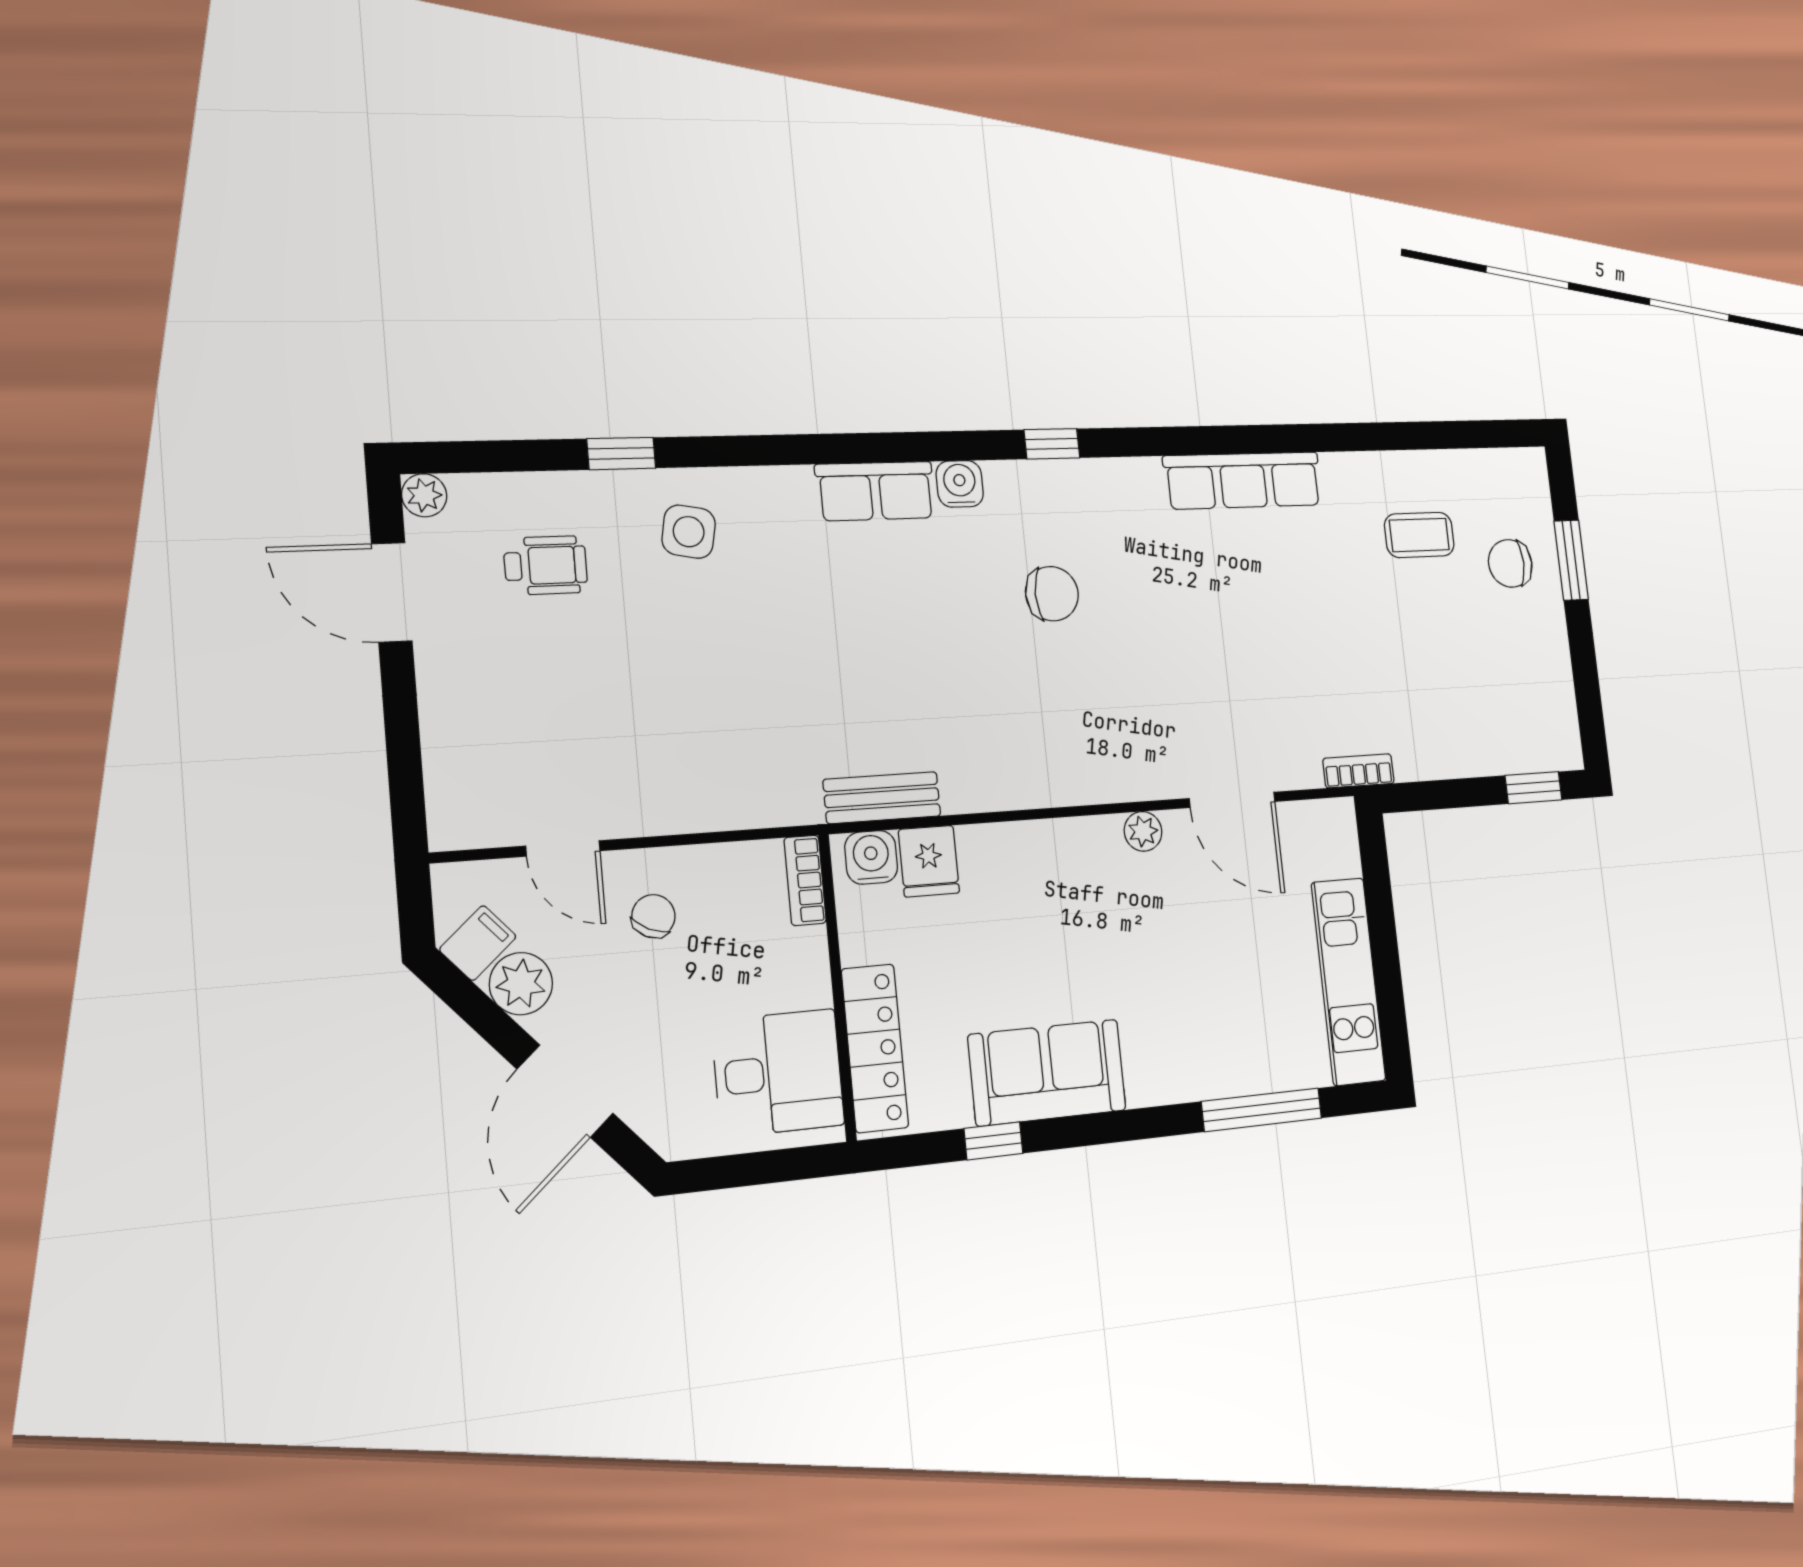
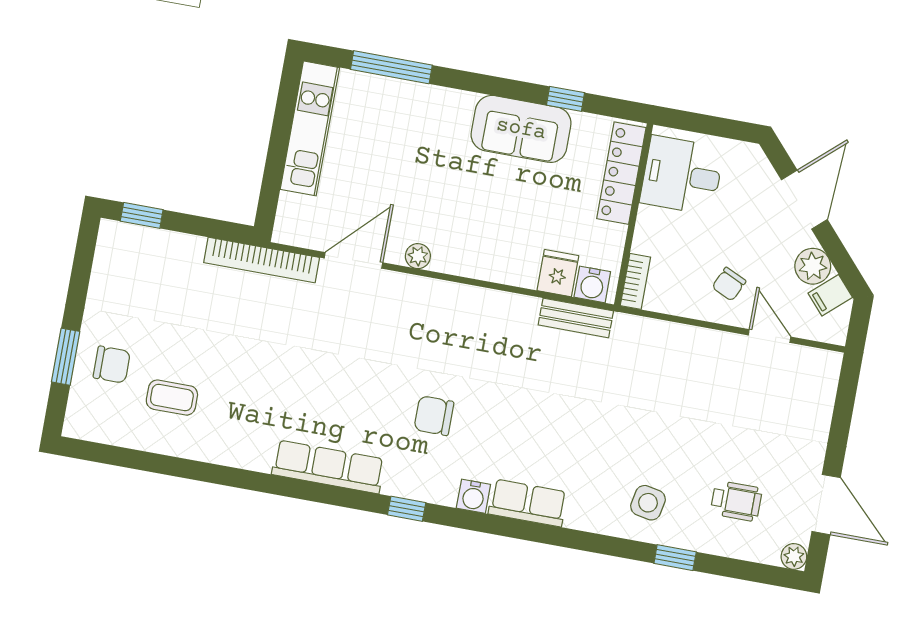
row of seats: (1243, 480) -> (328, 467), moved
wheelchair: (546, 565) -> (736, 501), turned 180
bookcase: (1358, 771) -> (262, 260), width x2.31, depth x1.31
door: (1232, 800) -> (353, 260), hinge flipped

